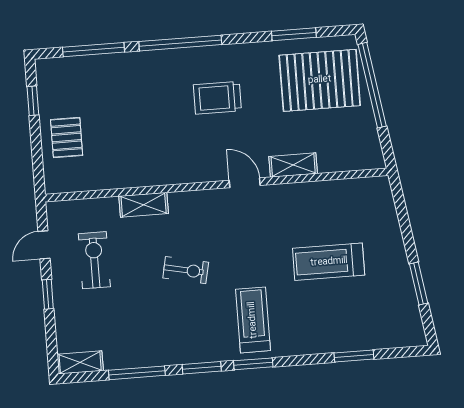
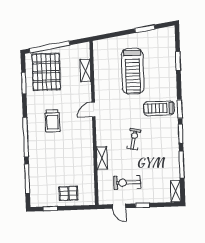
shelving: (293, 165) -> (85, 70), moved
treadmill: (329, 262) -> (133, 71), width x1.37, depth x1.38

